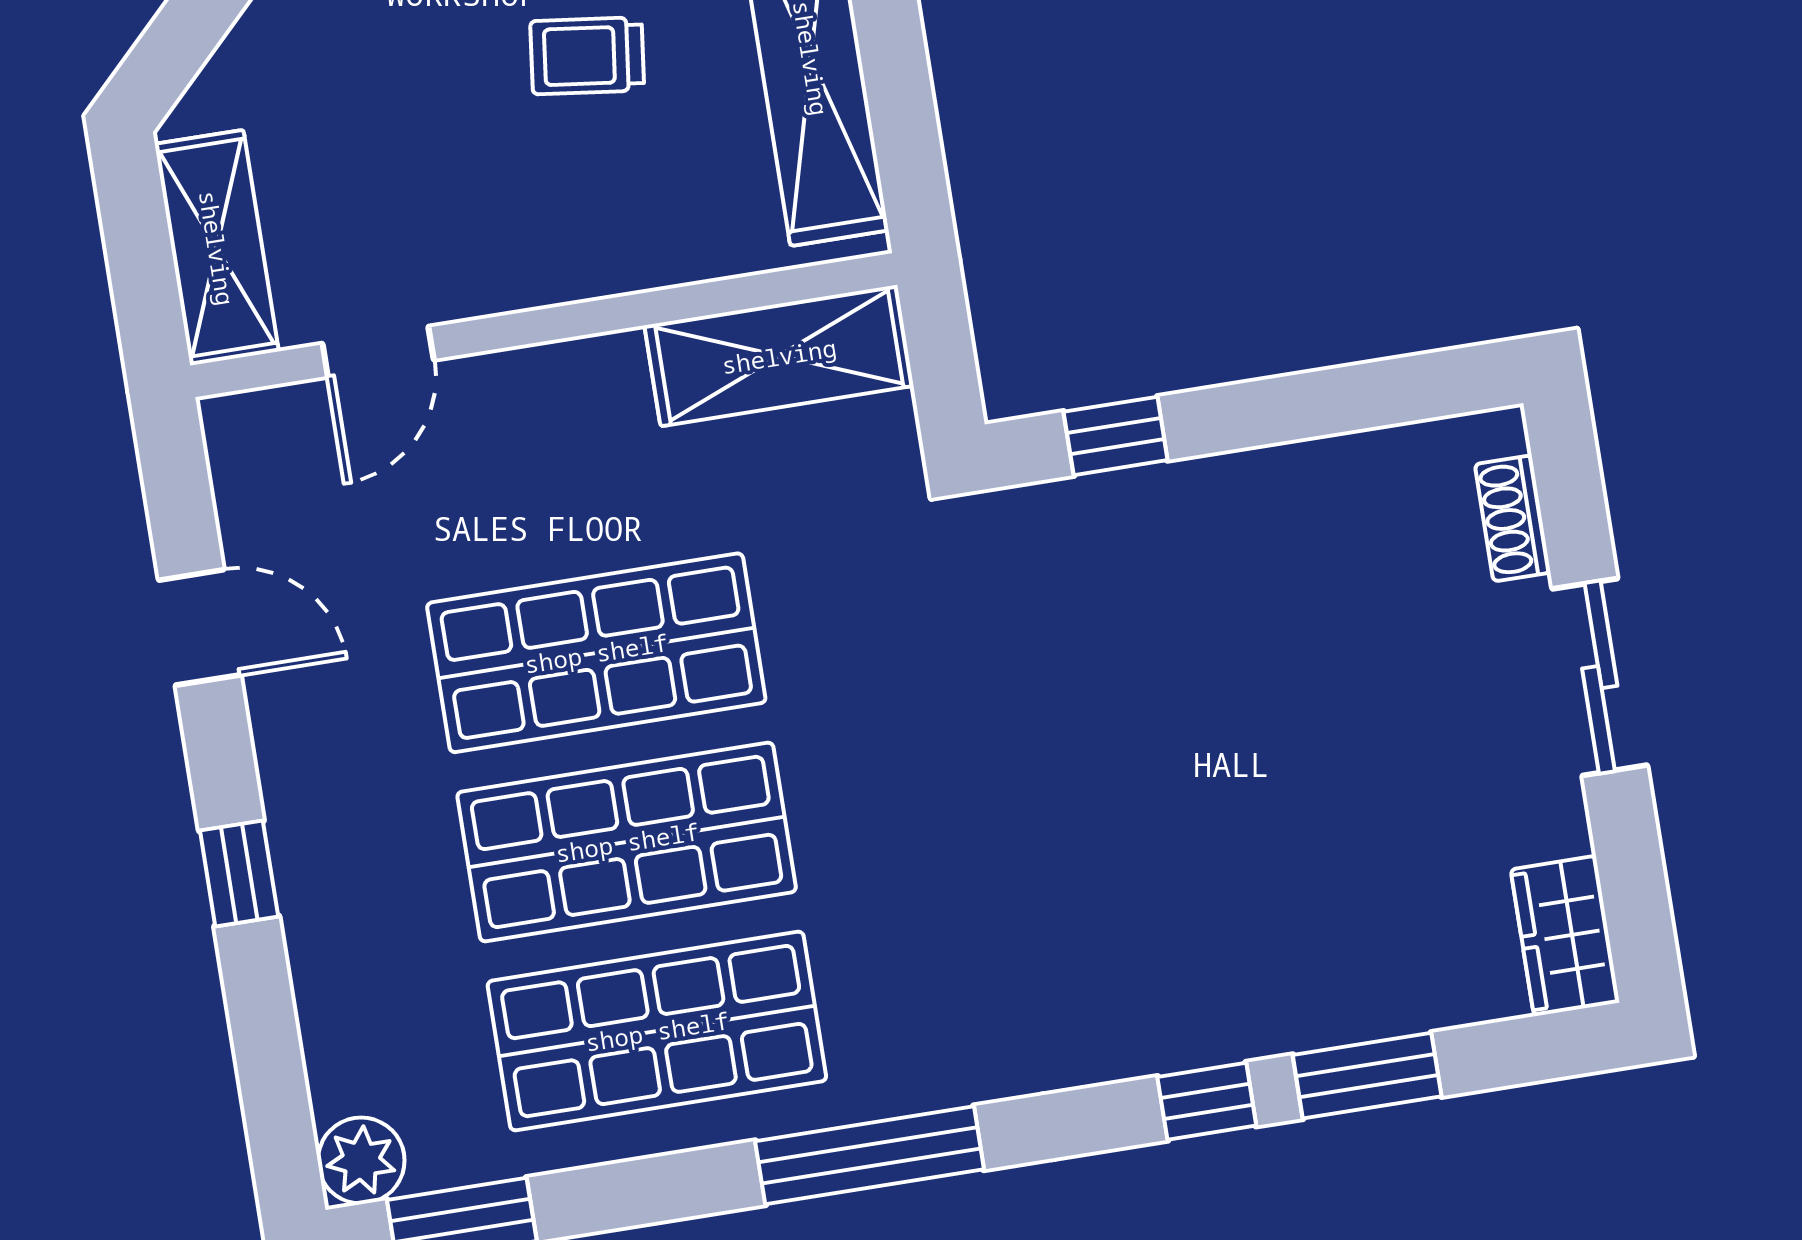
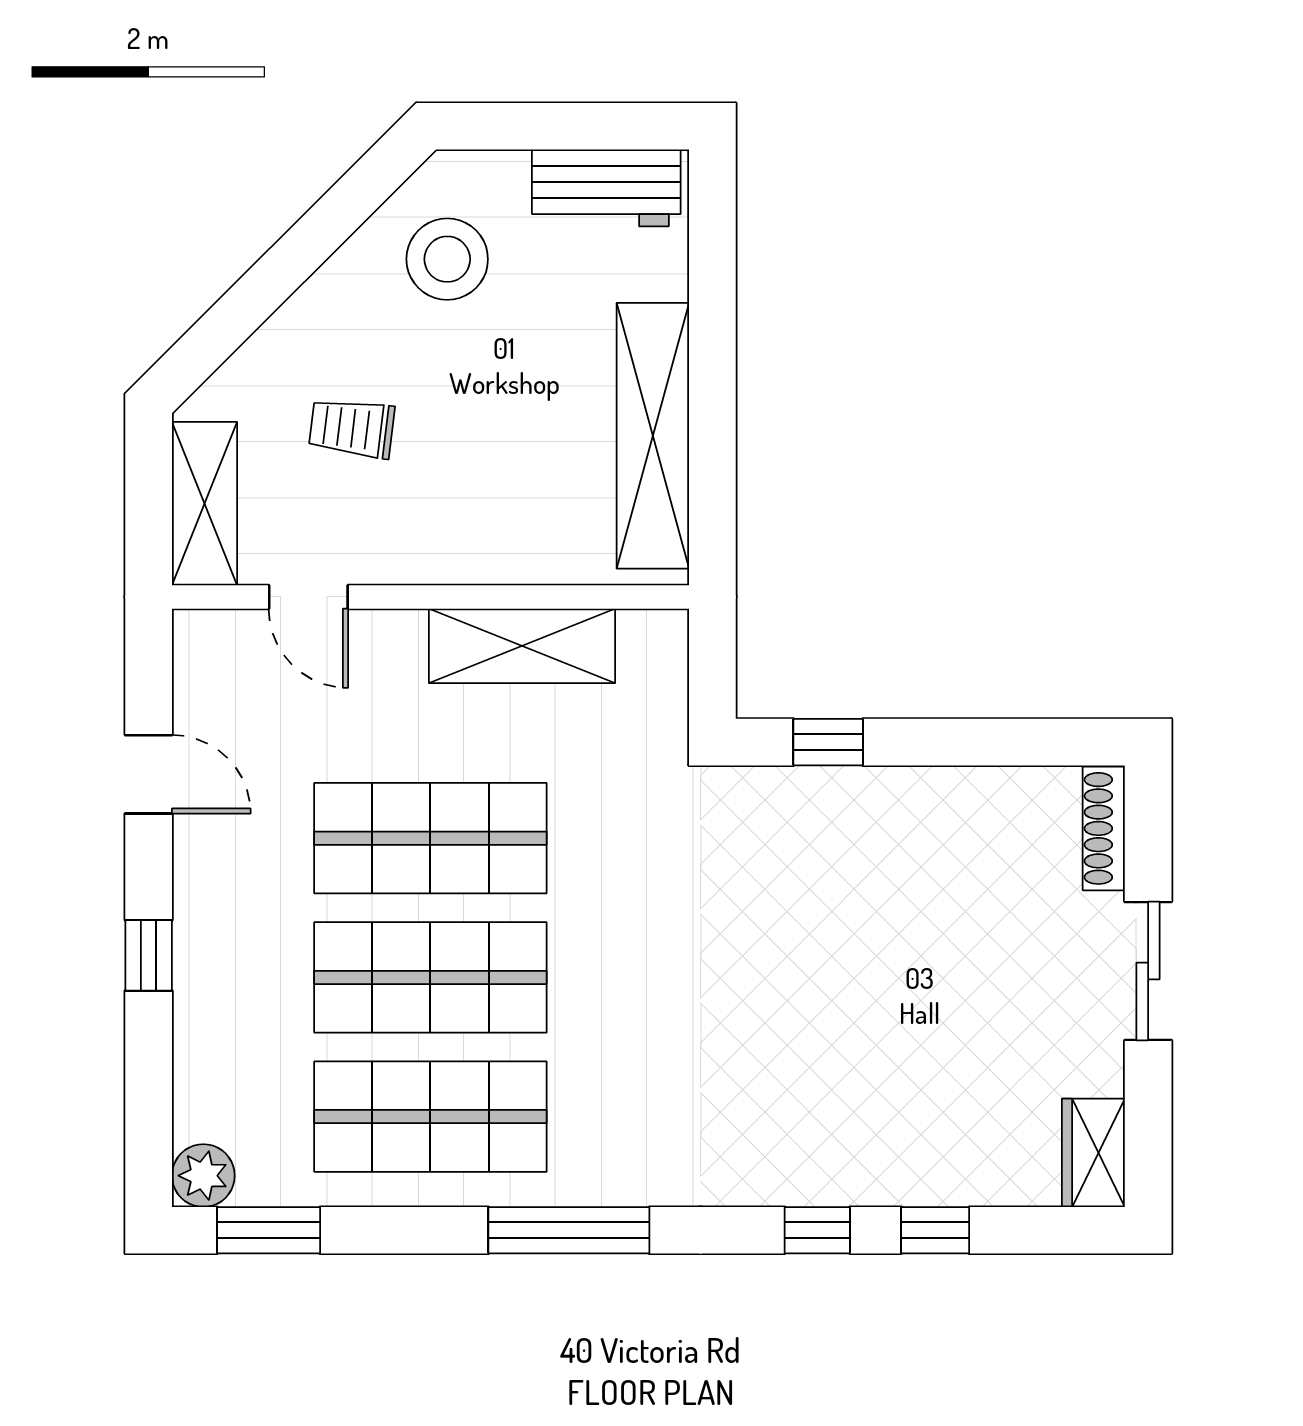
trolley: (587, 56) -> (352, 428), moved
door: (378, 352) -> (308, 597), hinge flipped
shelving: (779, 356) -> (522, 646), moved
shoe rack: (1513, 518) -> (1104, 828), width x1.43
window: (1367, 1076) -> (935, 1230), width x0.67

